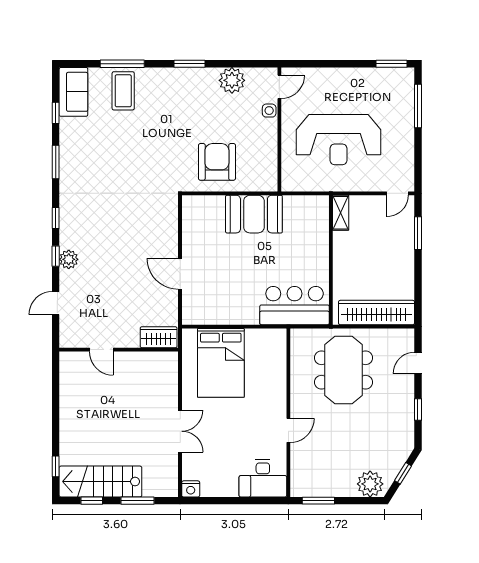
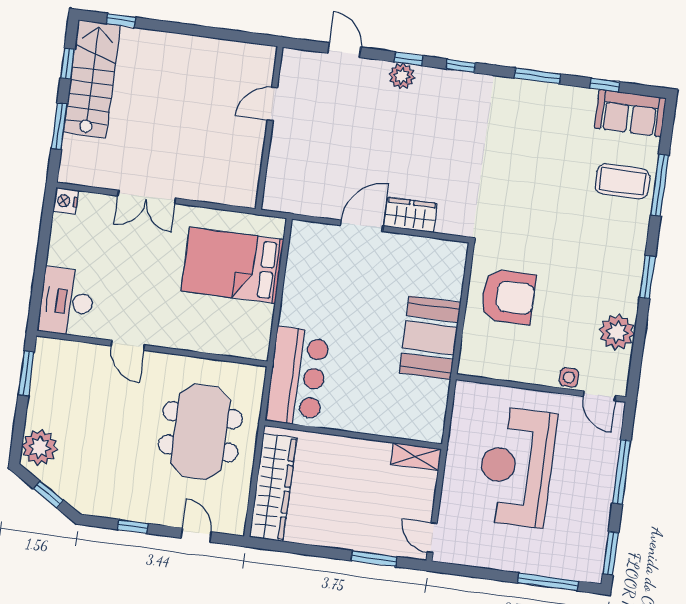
window: (332, 64) -> (621, 472), added
wardrobe: (159, 337) -> (410, 215), moved, turned -90
meeting table: (344, 370) -> (200, 432), turned 90

